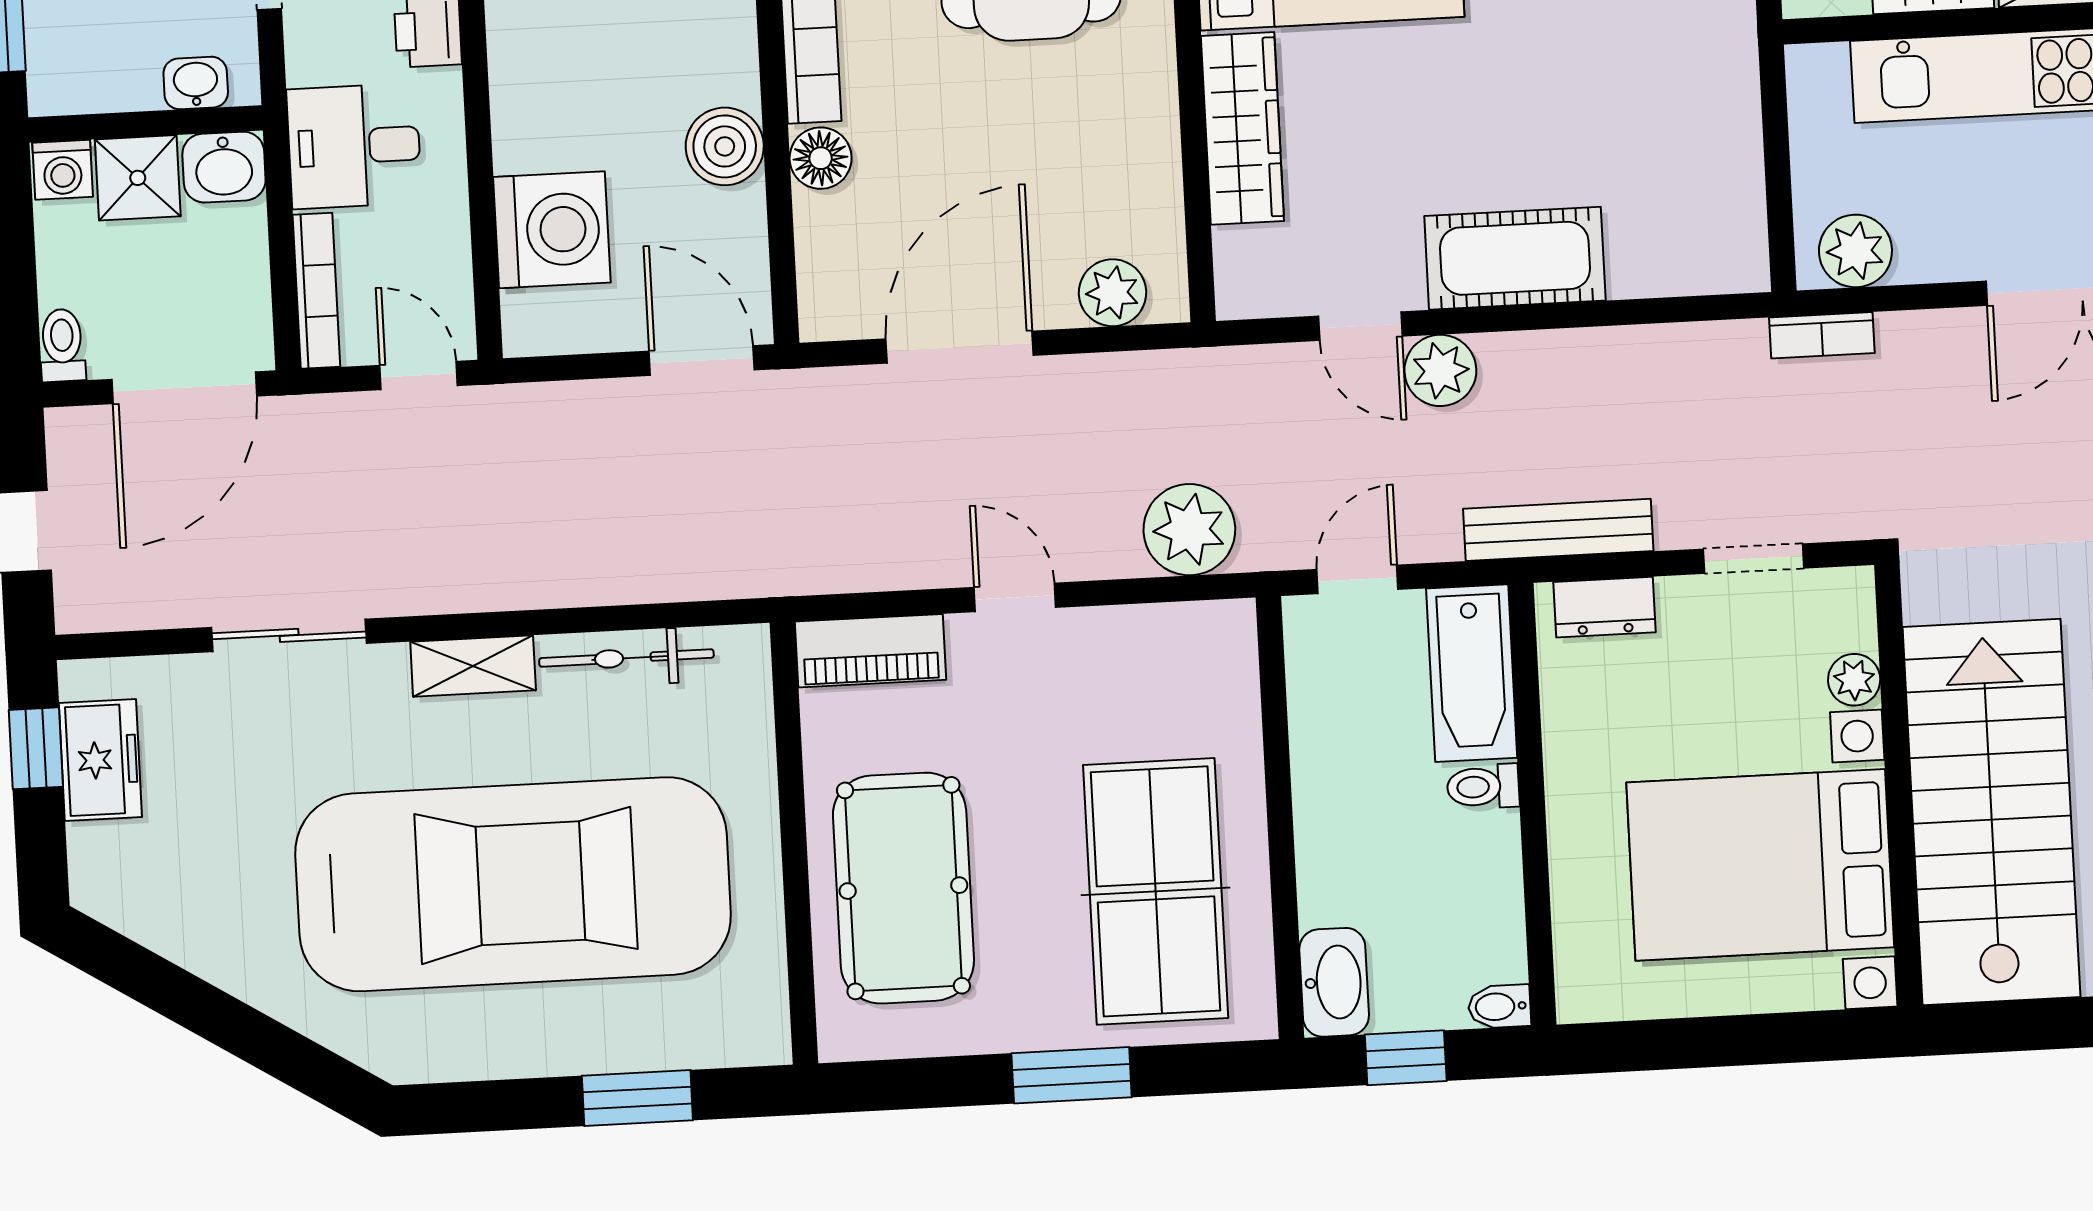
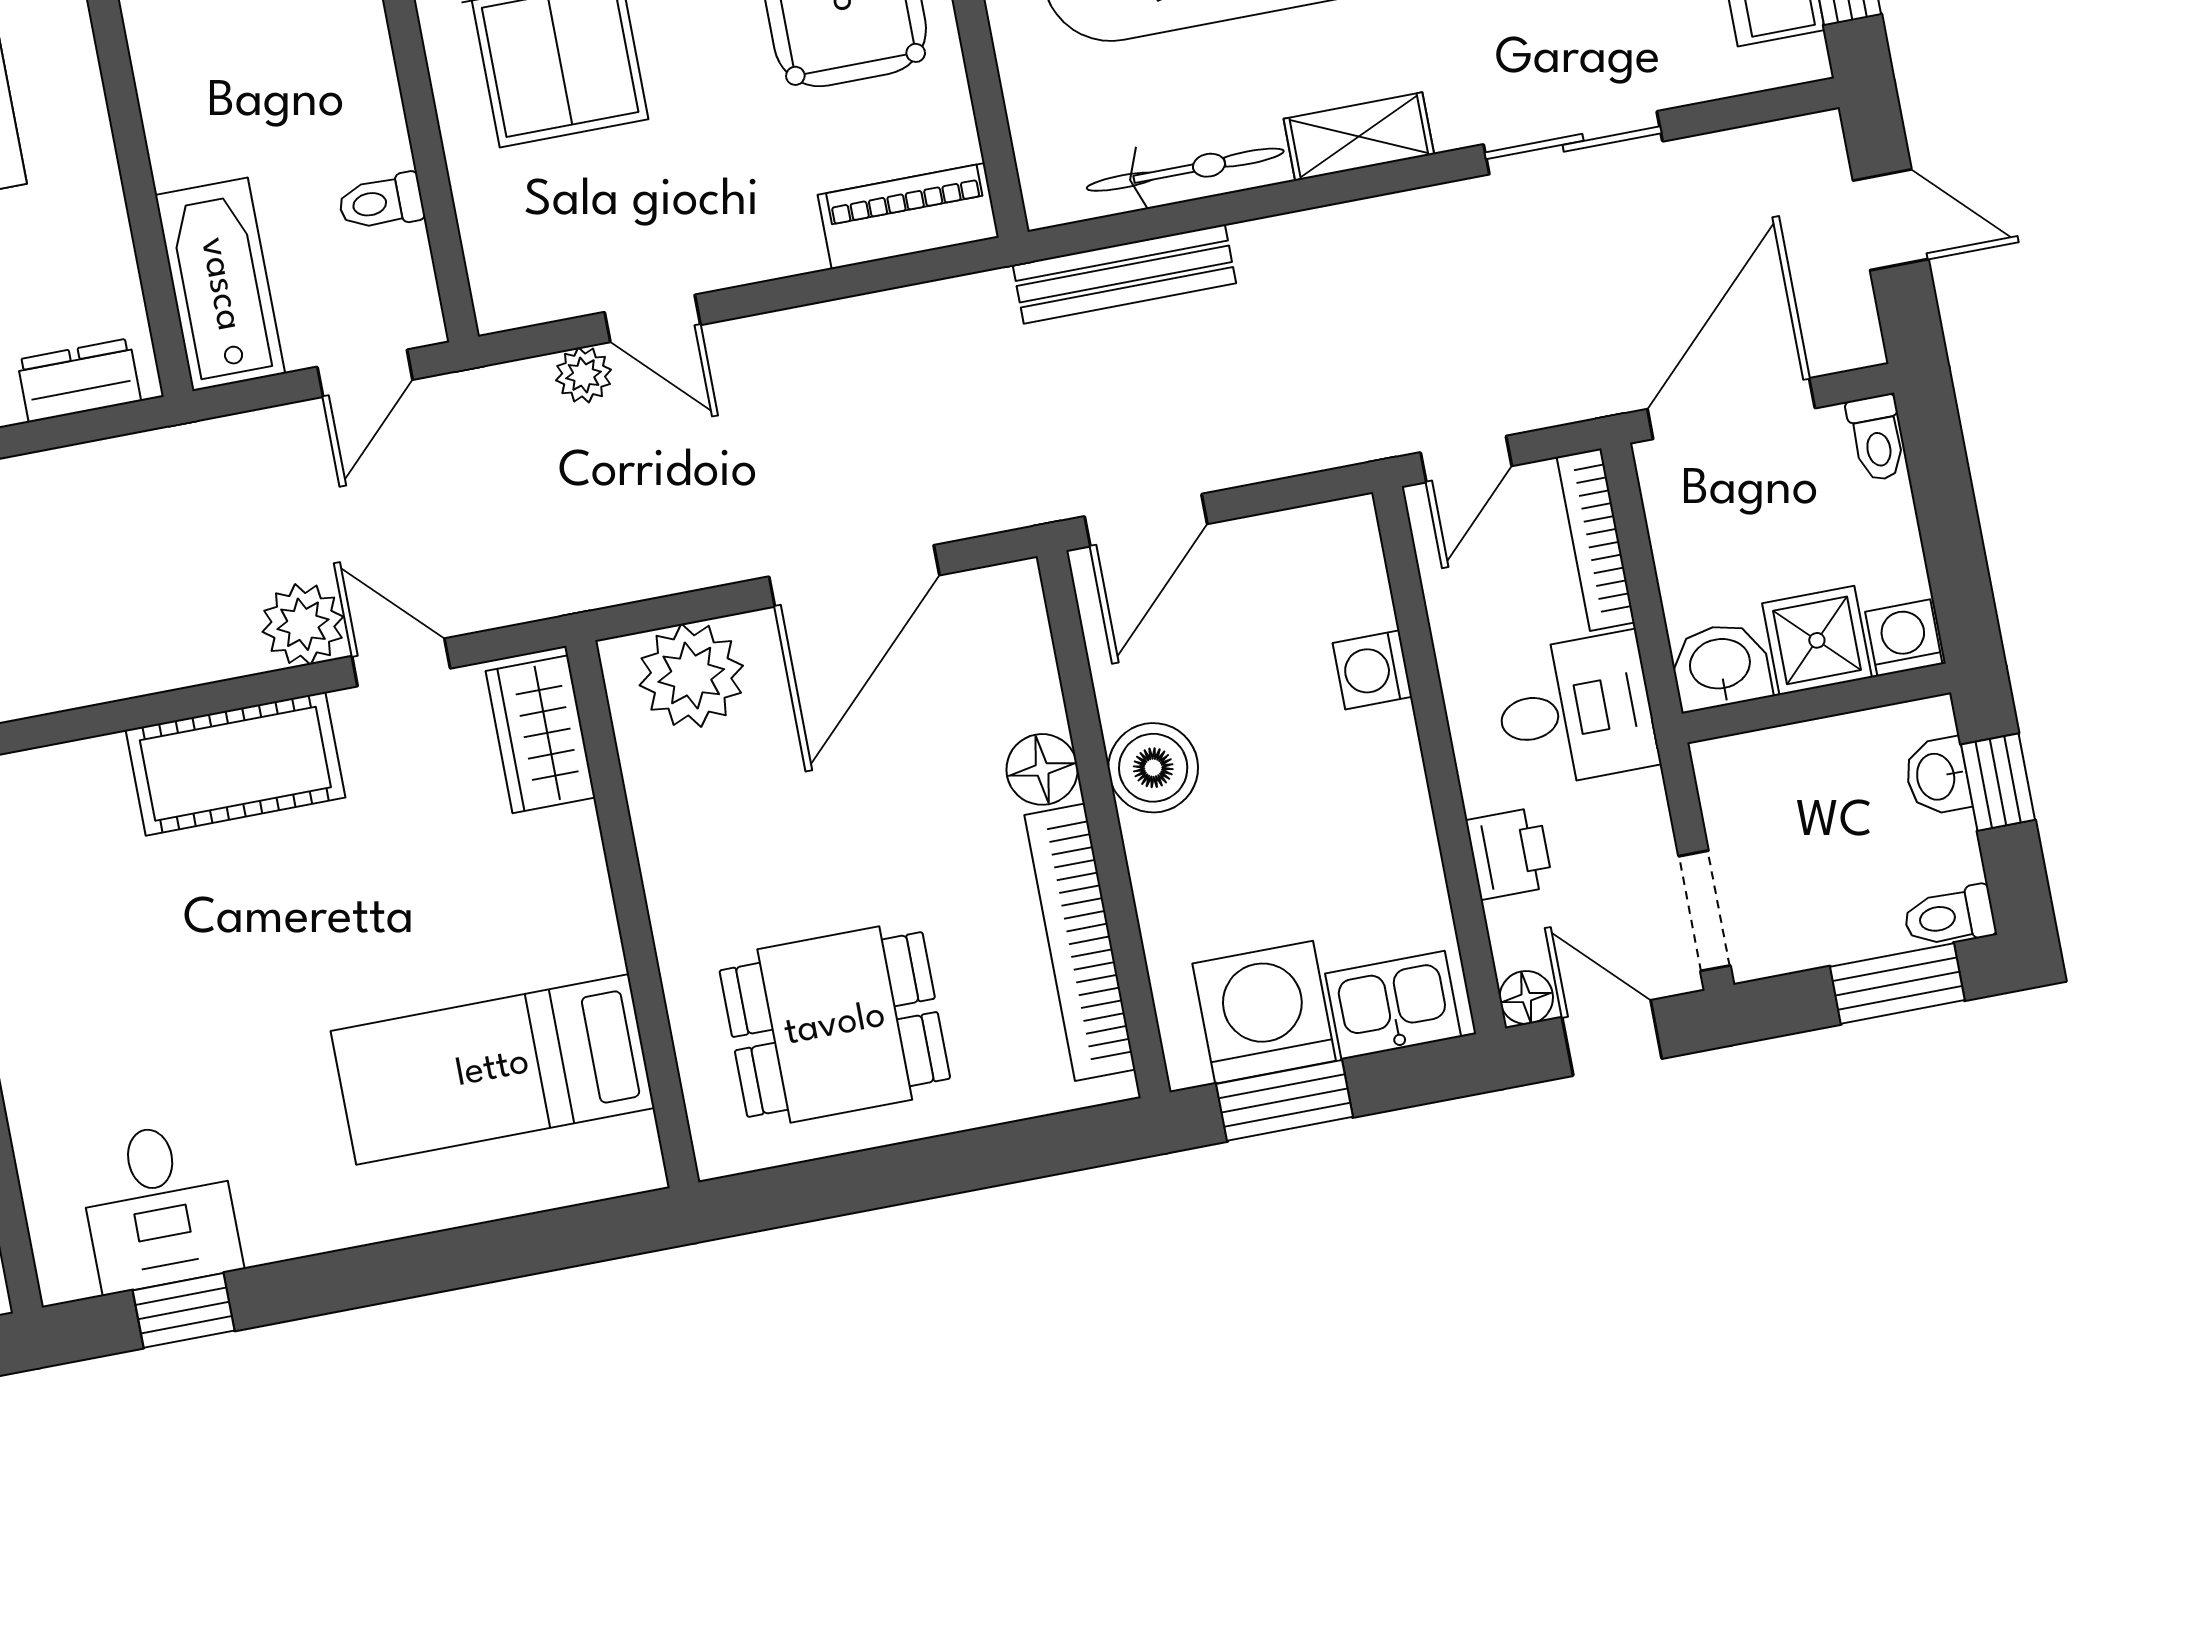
washbasin: (196, 83) -> (1937, 776), moved, turned 90
wardrobe: (1242, 128) -> (540, 734), moved, width x0.67
washing machine: (552, 230) -> (1372, 670), width x0.53, depth x0.53
plant: (1113, 293) -> (691, 675), width x1.36, depth x1.36
door: (702, 361) -> (1146, 520), hinge flipped
door: (419, 375) -> (1466, 459), hinge flipped
plant: (1189, 530) -> (584, 375), width x0.53, depth x0.53
bench: (1558, 530) -> (1124, 274), moved
door: (1015, 597) -> (652, 318), moved
toilet: (1483, 787) -> (381, 202), moved, turned 180

